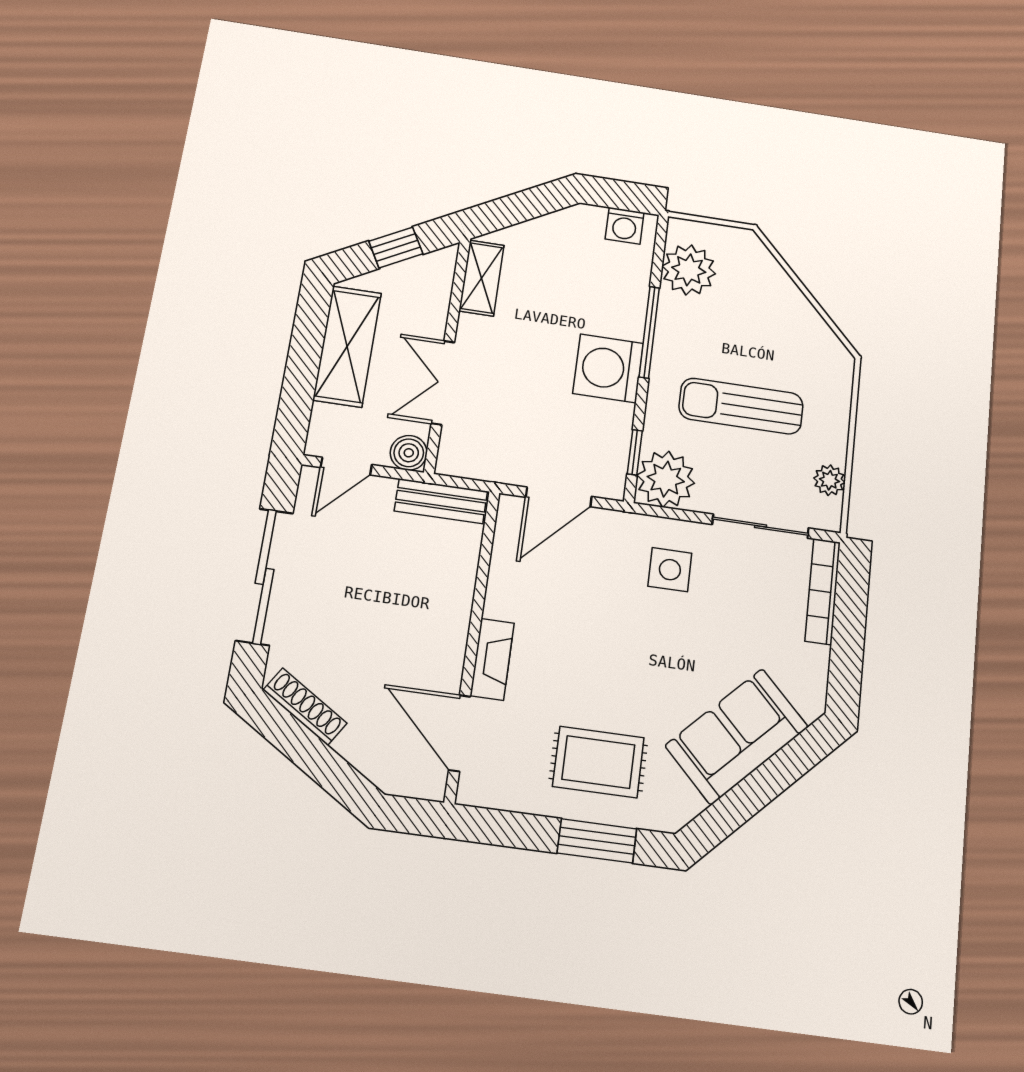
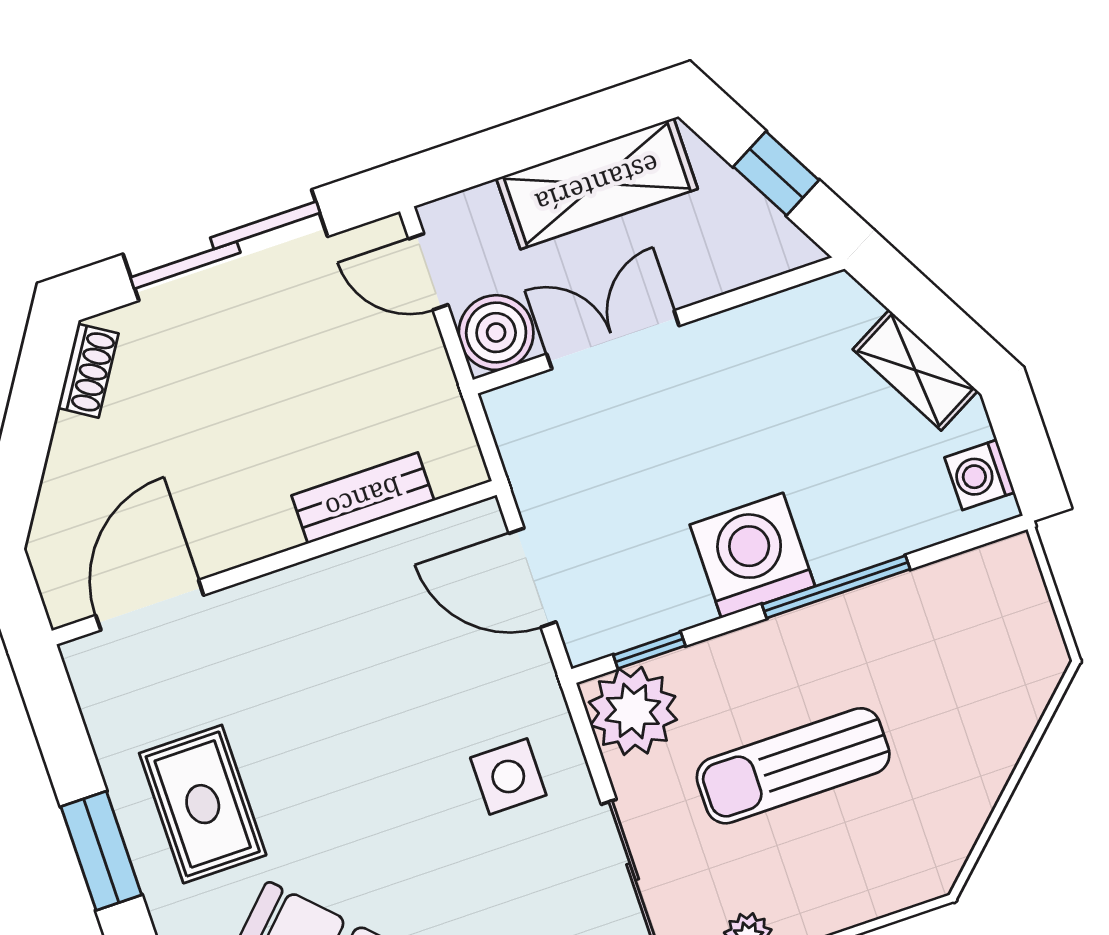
plant: (689, 270) -> (960, 598), removed
shelving: (481, 278) -> (915, 370), moved, turned 61
sun lounger: (741, 406) -> (793, 766), turned -90
boiler: (409, 453) -> (496, 333), width x1.36, depth x1.36
bench: (441, 501) -> (363, 498), moved, turned 90
fireplace: (492, 659) -> (267, 599), removed
shoe rack: (305, 707) -> (88, 371), width x0.70

